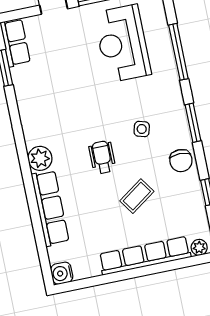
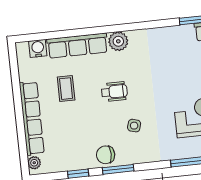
window: (193, 123) -> (118, 169), moved
coffee table: (137, 196) -> (66, 89), moved, turned 35
water cooler: (62, 273) -> (38, 48), moved

